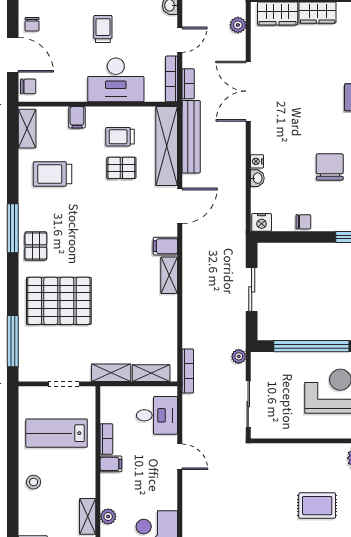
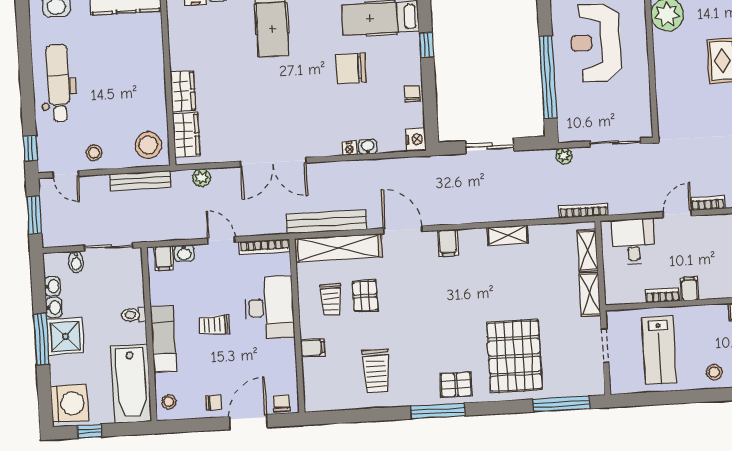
bookcase: (188, 84) -> (708, 203), moved
shelving: (27, 129) -> (328, 402), removed
shelving: (169, 275) -> (508, 235), moved

